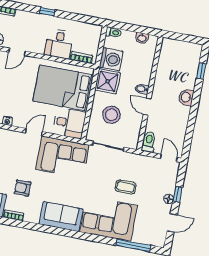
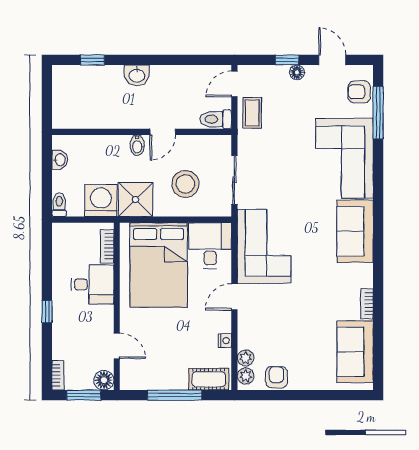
door: (34, 132) -> (234, 297), hinge flipped
coffee table: (125, 187) -> (252, 113), moved
armchair: (23, 188) -> (359, 92), moved, turned 90

